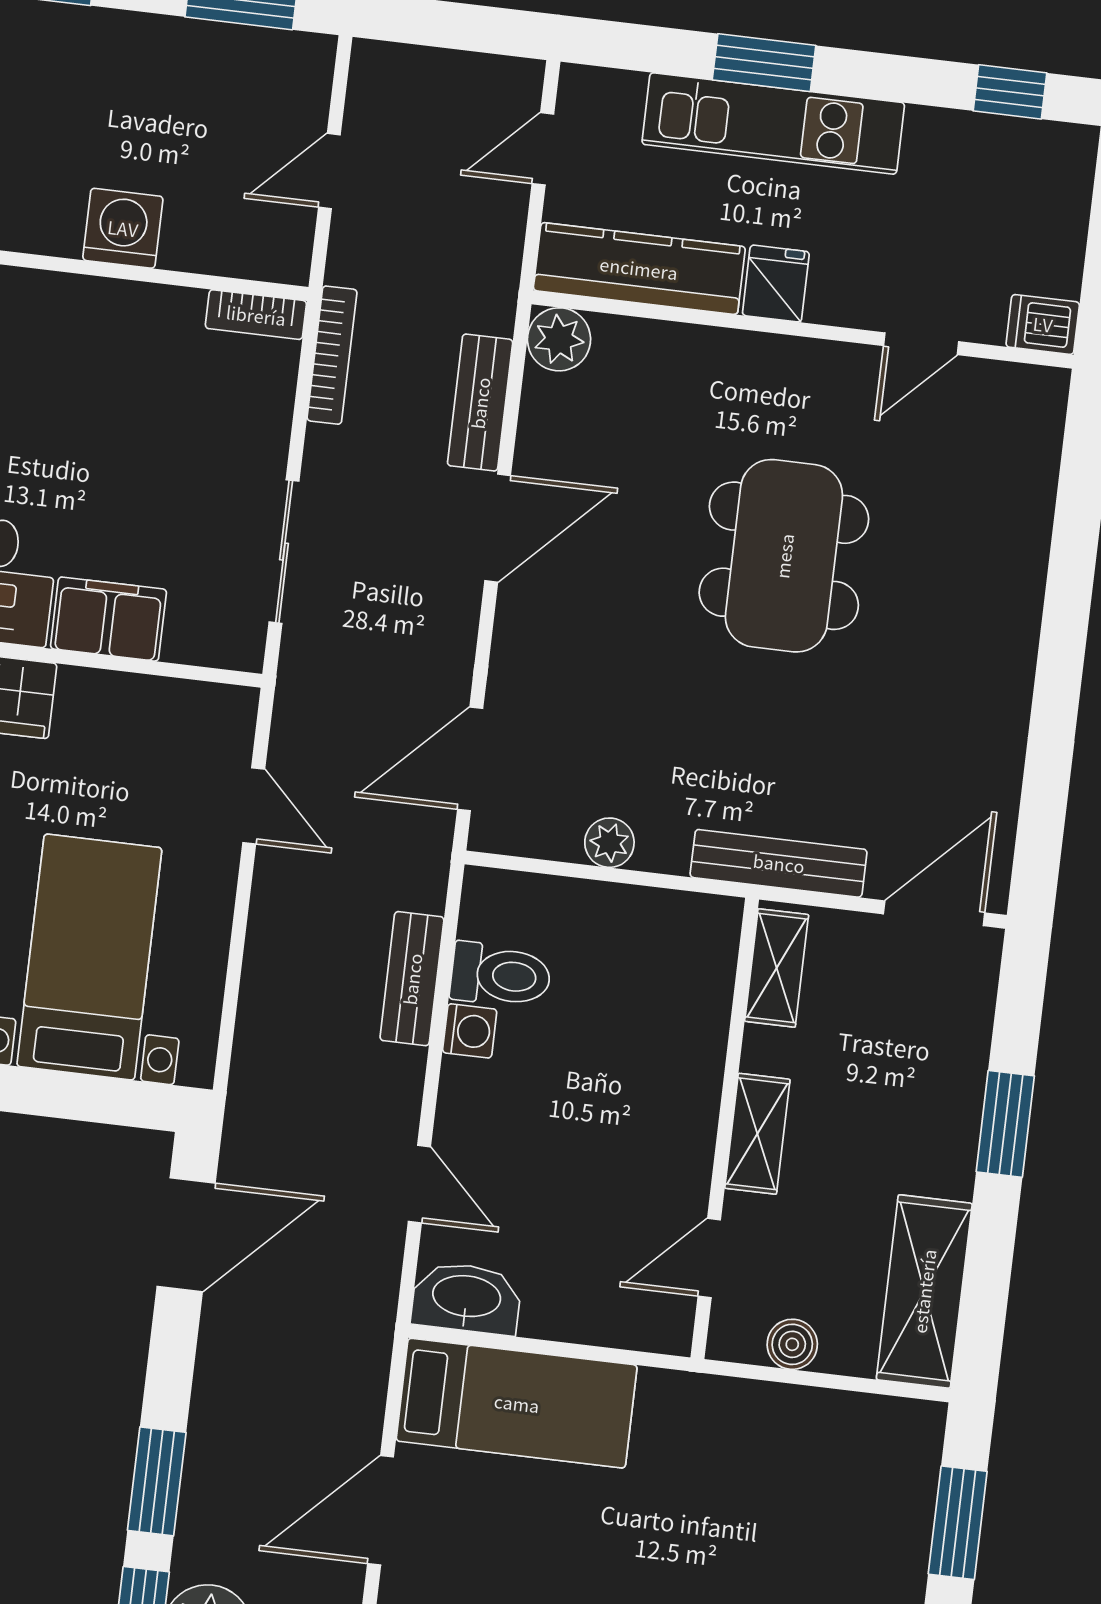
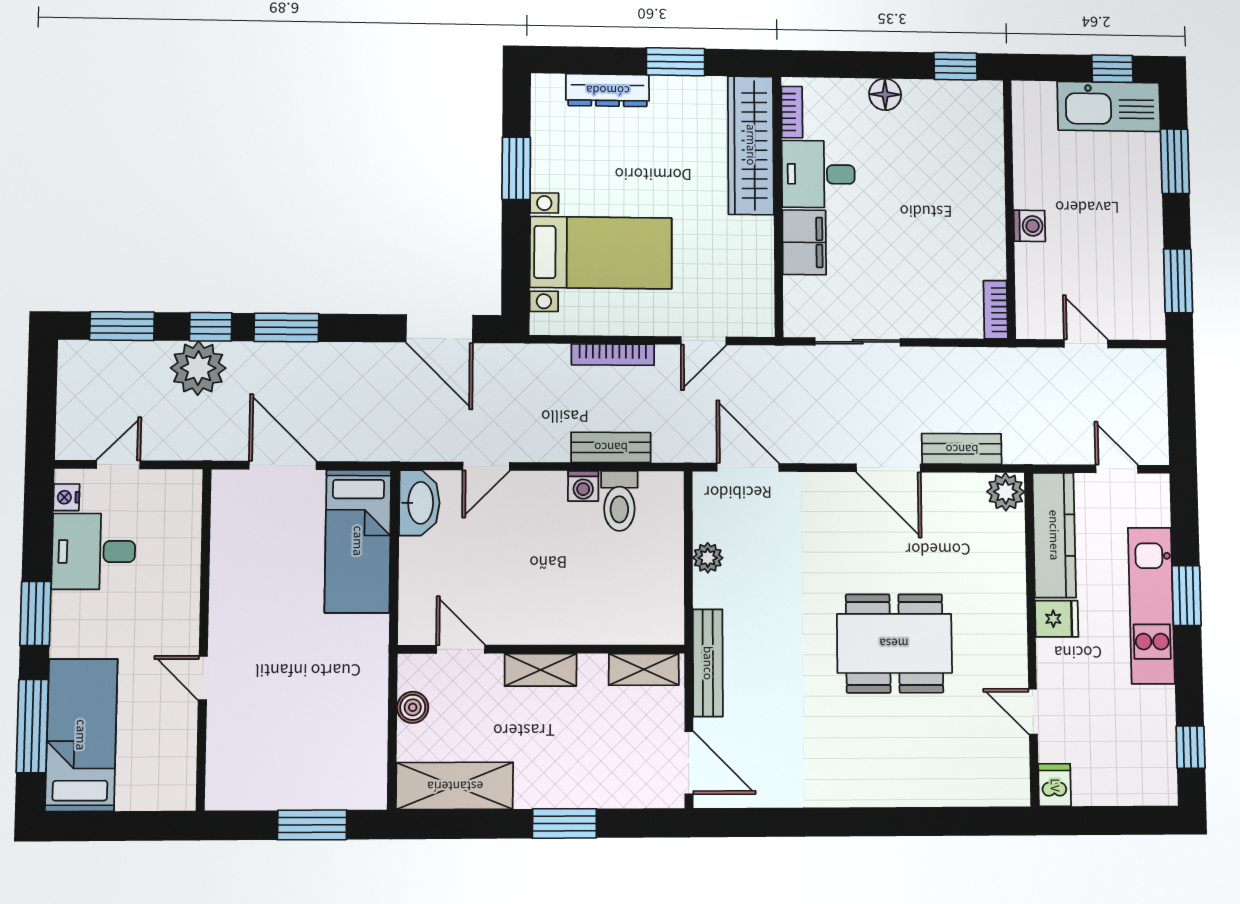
washing machine: (123, 228) -> (1030, 226), width x0.73, depth x0.73
bookcase: (332, 355) -> (613, 355), moved

